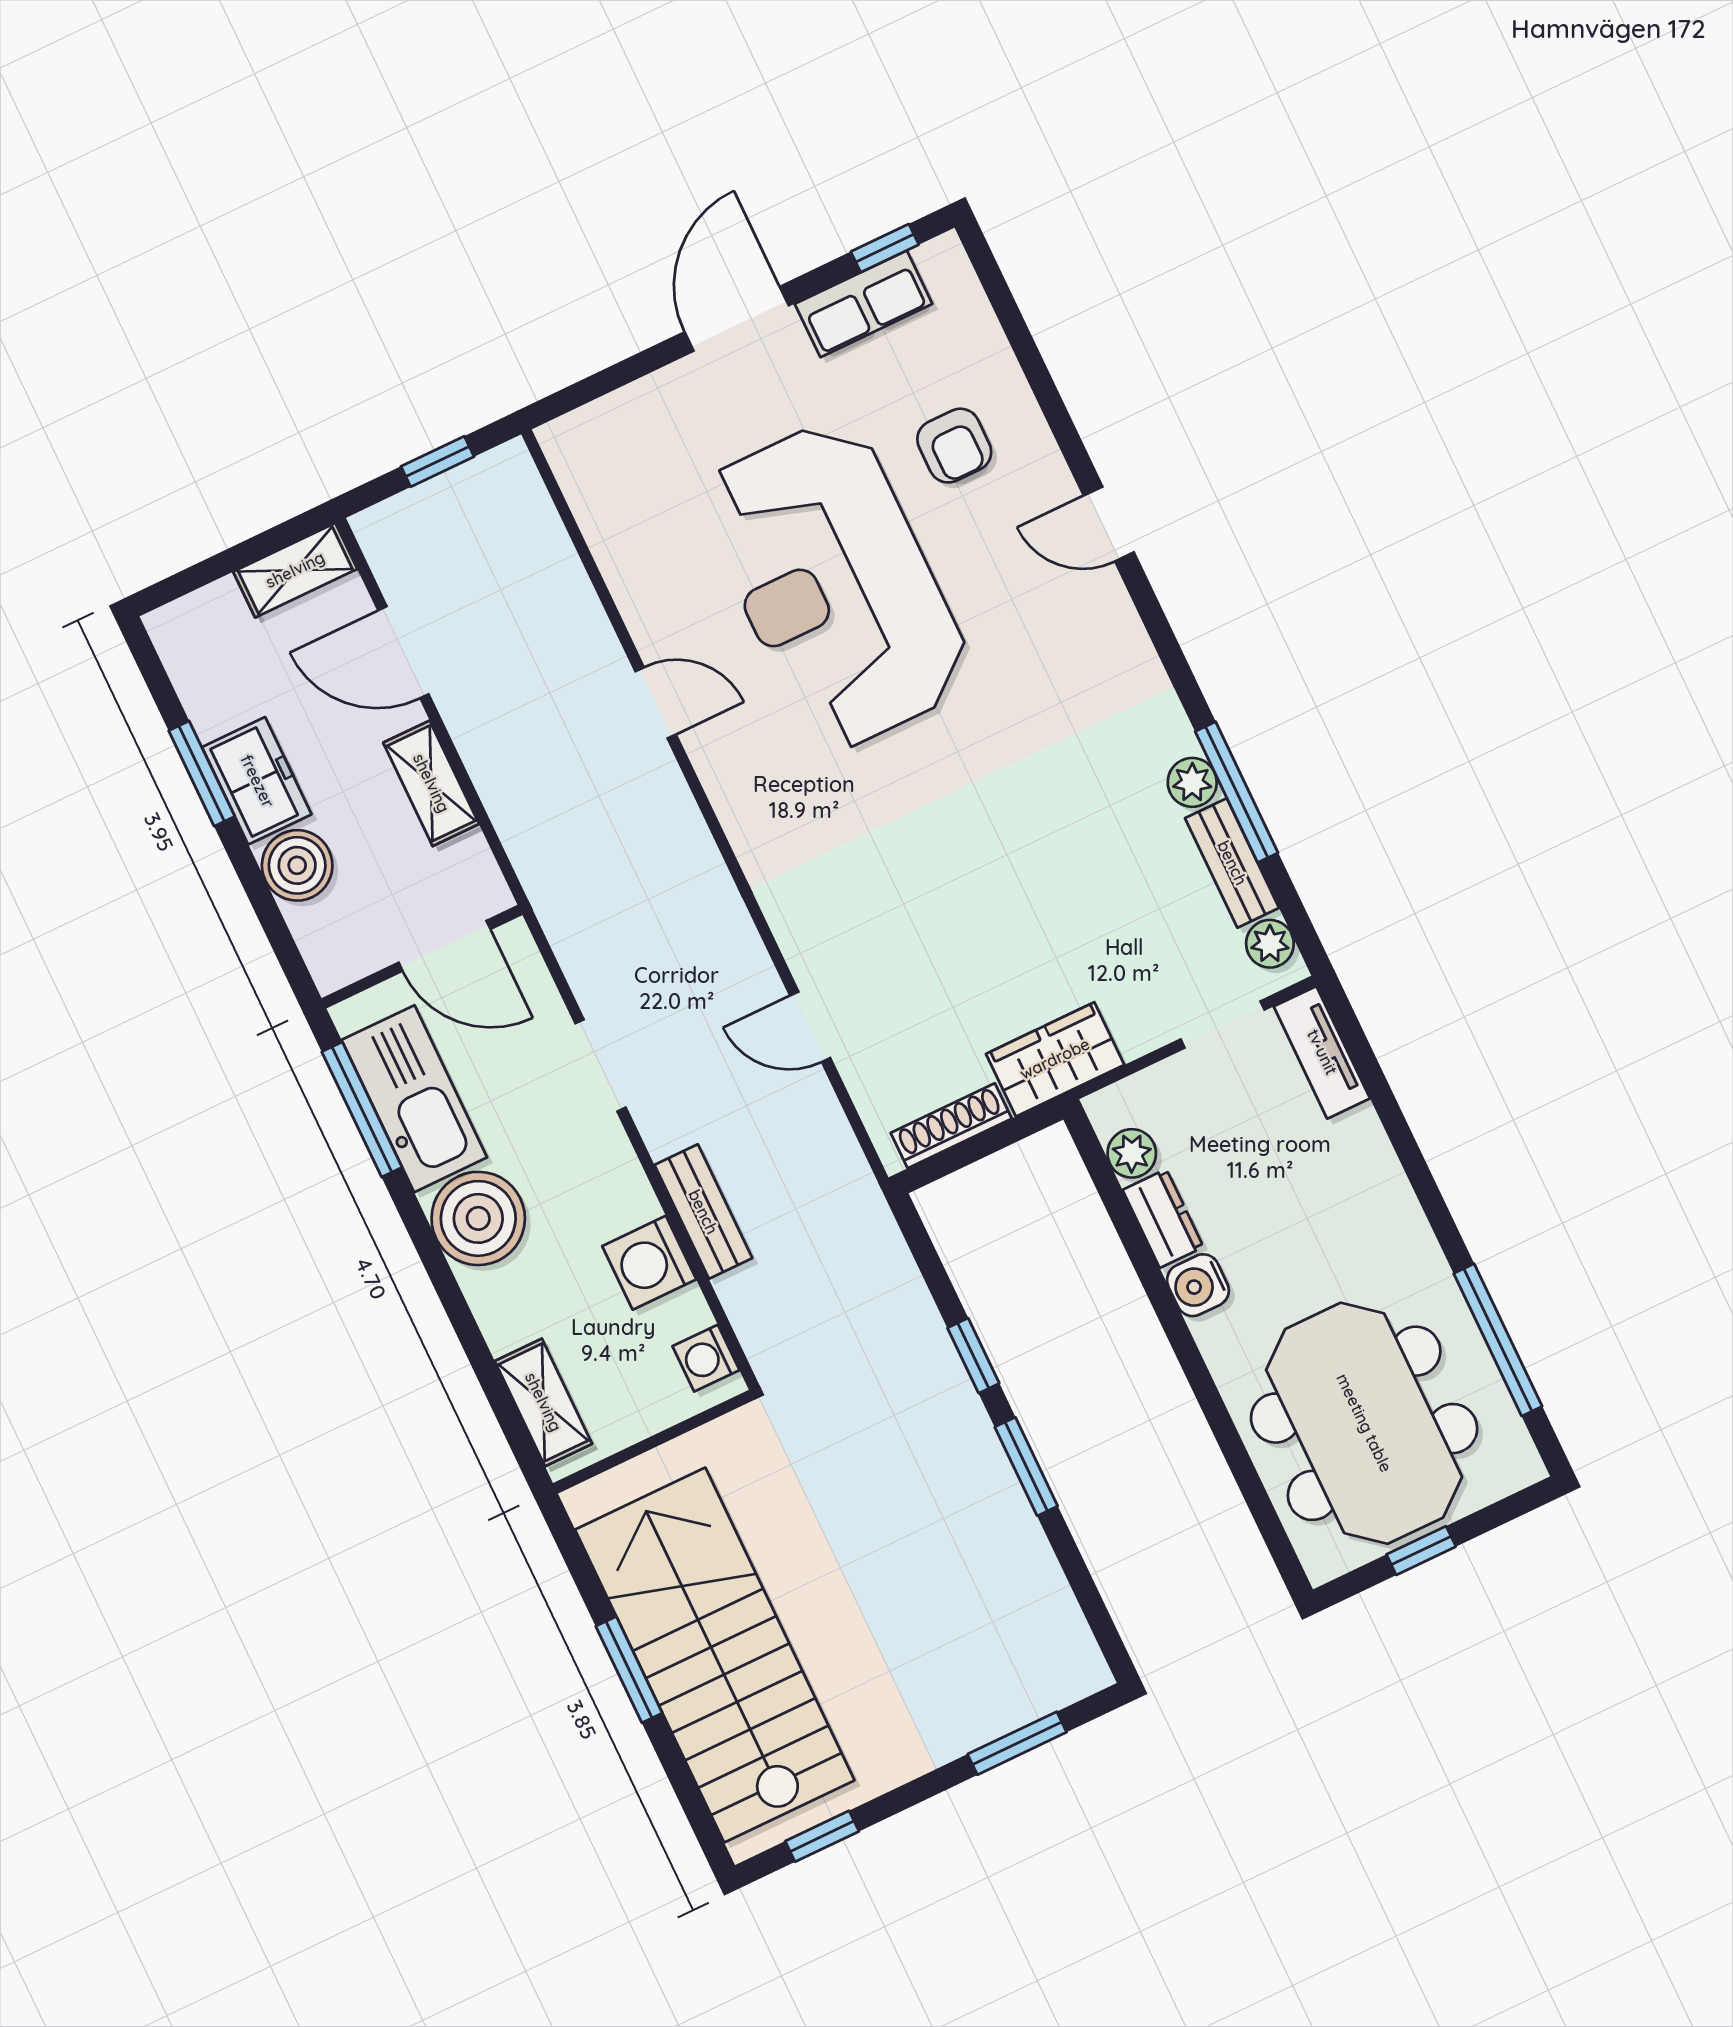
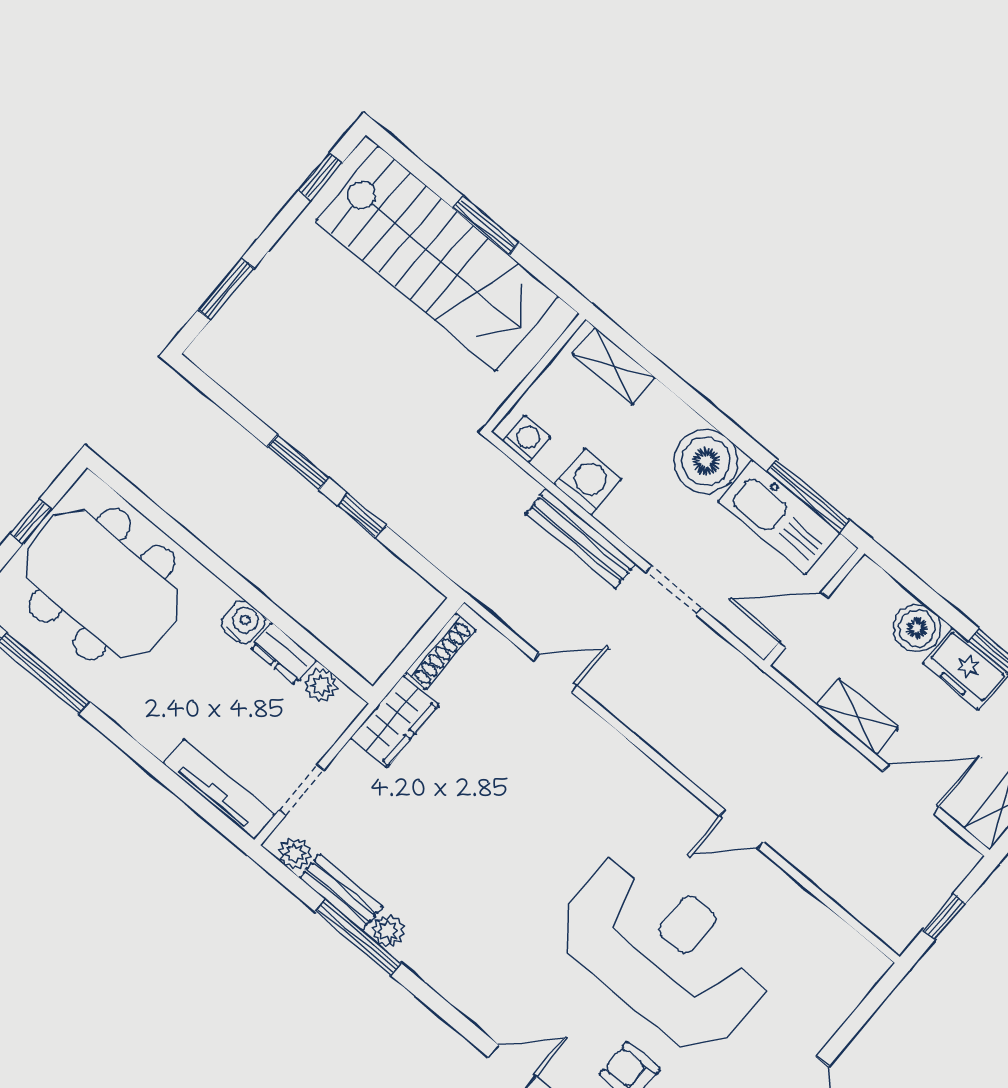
tv unit: (1322, 1052) -> (219, 790), width x1.41
bench: (703, 1212) -> (581, 539), width x1.36

